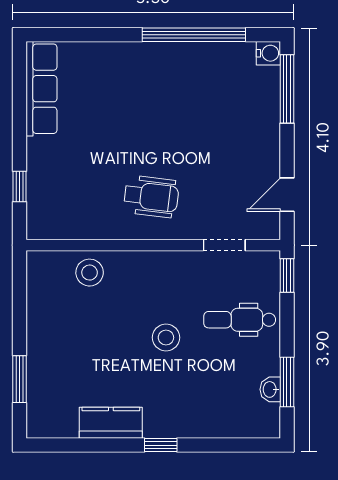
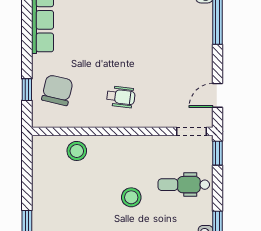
chair: (62, 187) -> (57, 90), added
wheelchair: (151, 197) -> (121, 97), width x0.73, depth x0.73
doorway: (224, 245) -> (191, 131), moved

